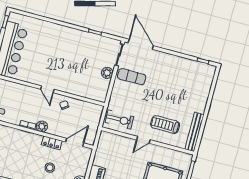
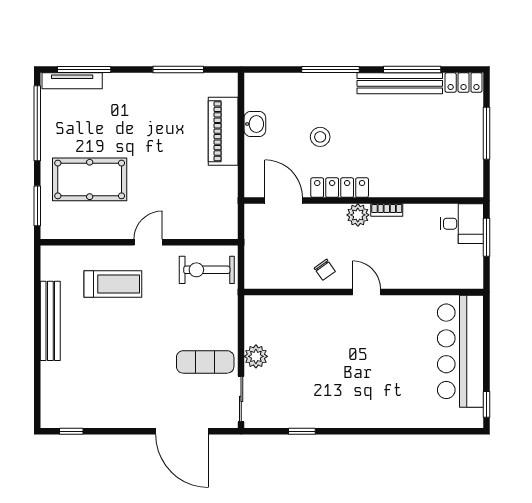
door: (141, 44) -> (182, 431), moved
bench: (194, 132) -> (50, 321), moved
door: (75, 142) -> (284, 201), swing flipped
locker: (52, 143) -> (340, 188), width x1.53

